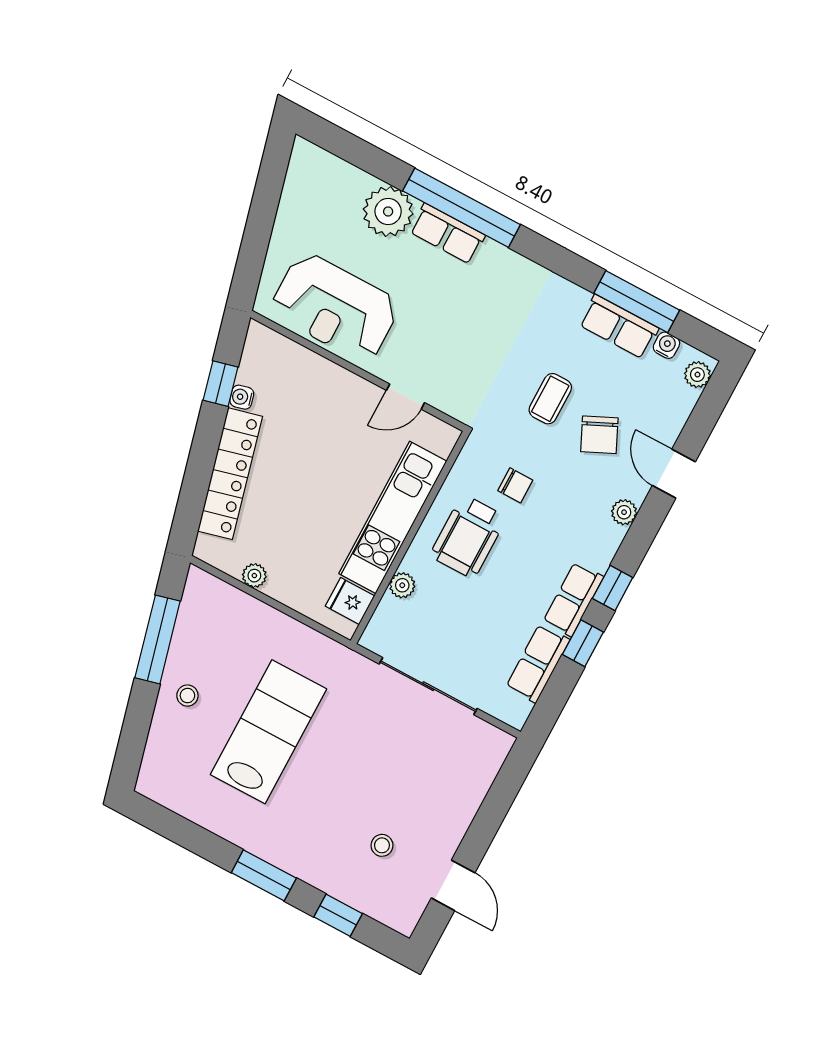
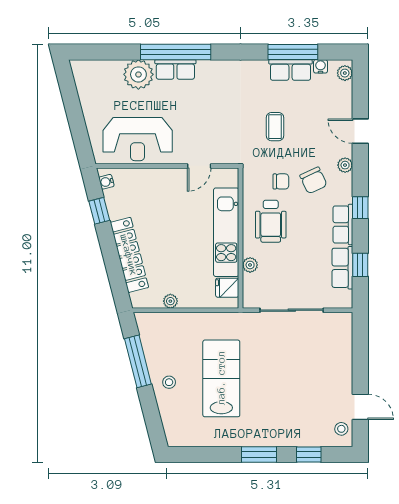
water cooler: (242, 397) -> (106, 182), moved
chair: (599, 435) -> (313, 180), moved
window: (583, 643) -> (360, 265), moved
stool: (382, 845) -> (341, 429), moved

